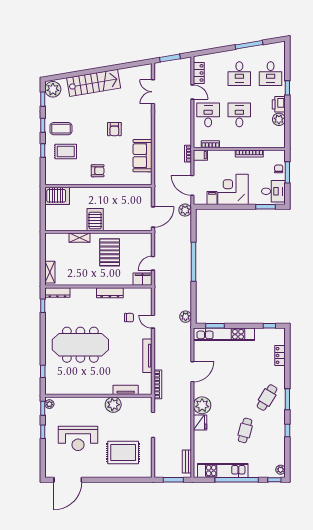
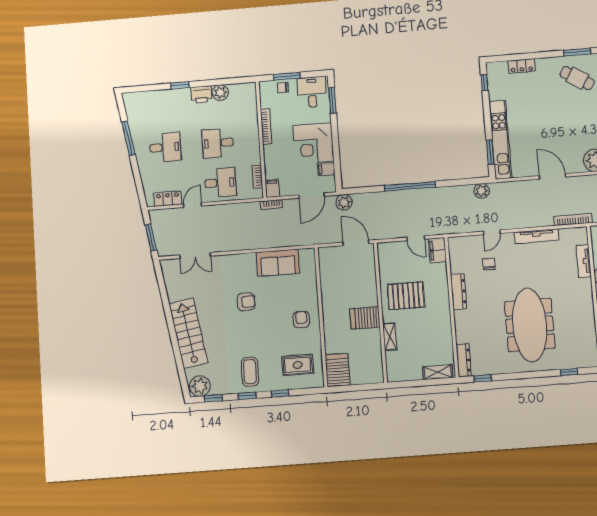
desk: (271, 74) -> (163, 108), removed
desk: (208, 115) -> (220, 183), turned 180
rug: (66, 151) -> (298, 365), moved, turned 90

